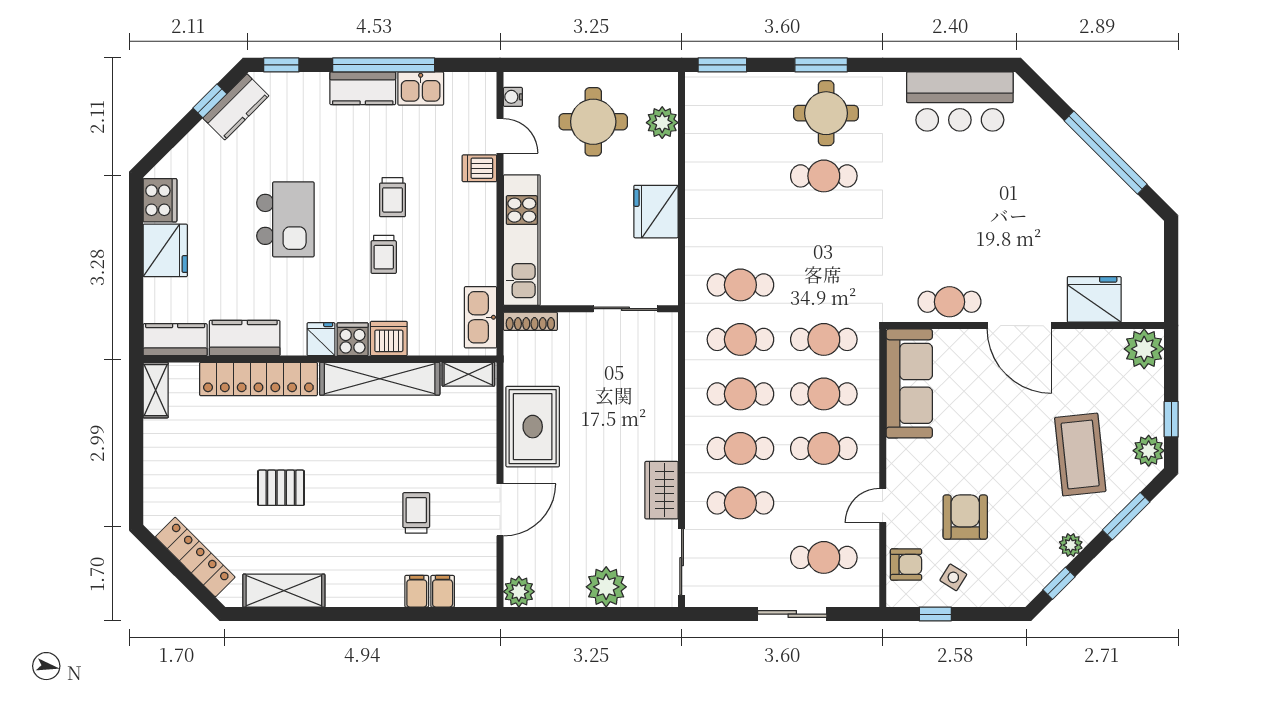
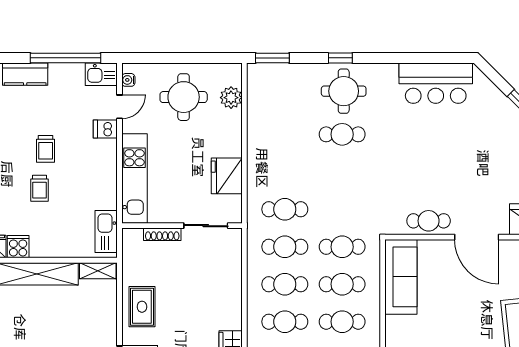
window: (384, 65) -> (66, 58), moved
window: (821, 65) -> (340, 58), width x0.67
kitchen sink: (421, 89) -> (101, 74), moved
door: (500, 136) -> (120, 107), hinge flipped
fridge: (656, 212) -> (227, 176), moved
shoe rack: (530, 321) -> (162, 234), moved
dishwasher: (389, 338) -> (43, 246), removed
rug: (533, 427) -> (142, 307), width x0.73, depth x0.70

